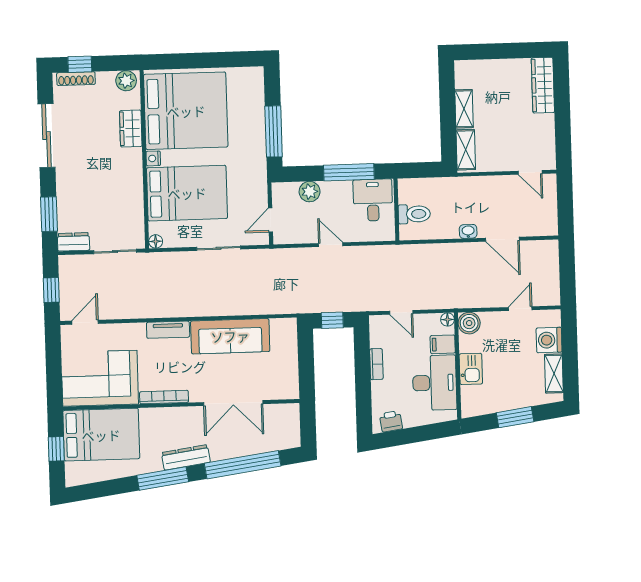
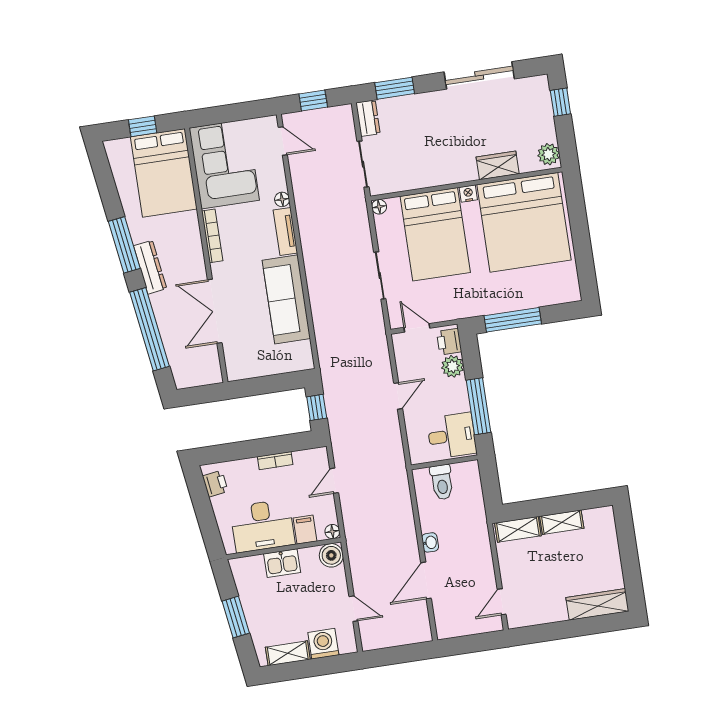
shoe rack: (76, 79) -> (544, 100), removed
printer: (287, 192) -> (449, 342), added
floor lamp: (138, 329) -> (282, 199), added

